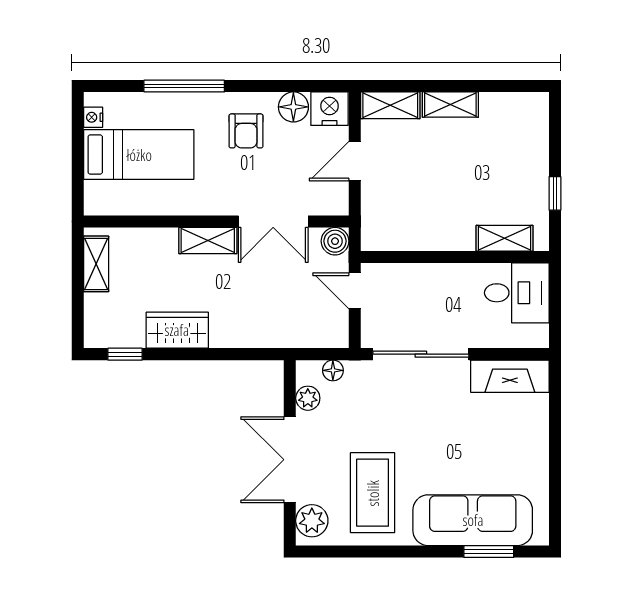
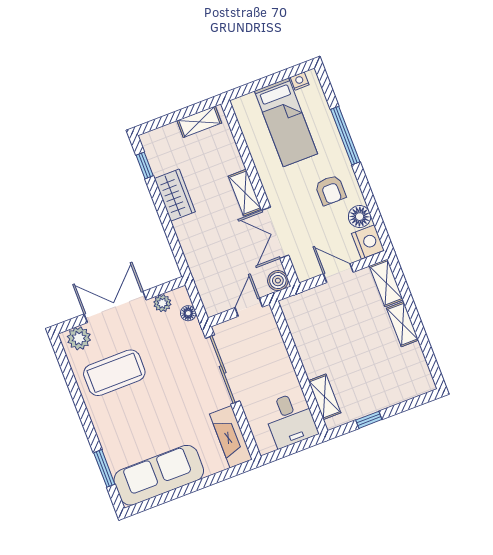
armchair: (246, 131) -> (331, 190), turned -90
sofa: (473, 520) -> (159, 475), moved, turned -90

